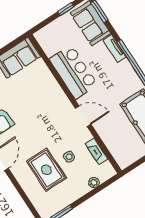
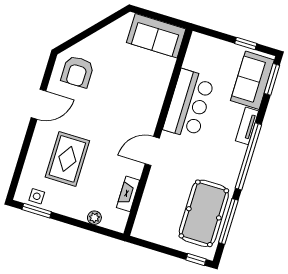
door: (83, 116) -> (152, 151), swing flipped
side table: (69, 157) -> (37, 196), moved

